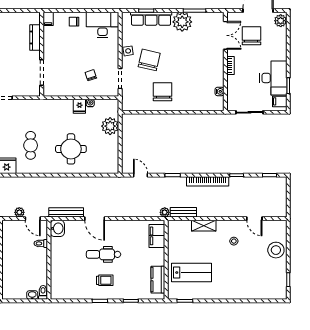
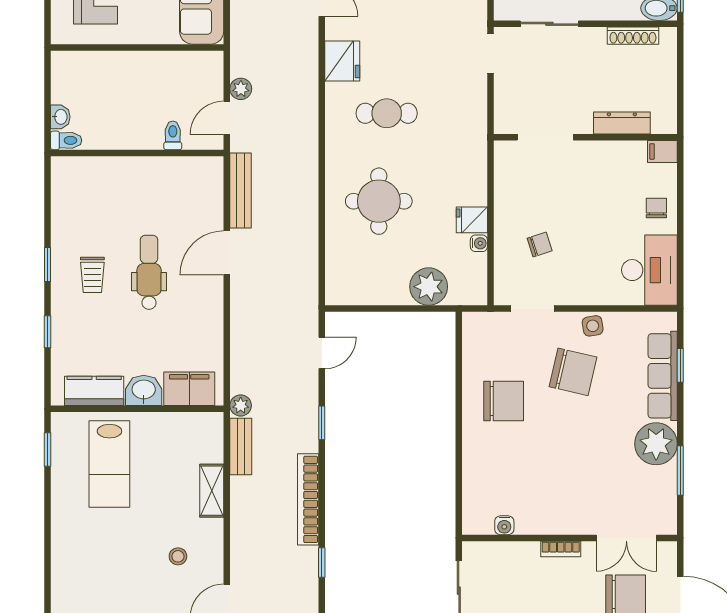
washbasin: (57, 228) -> (144, 390), moved, turned 180

